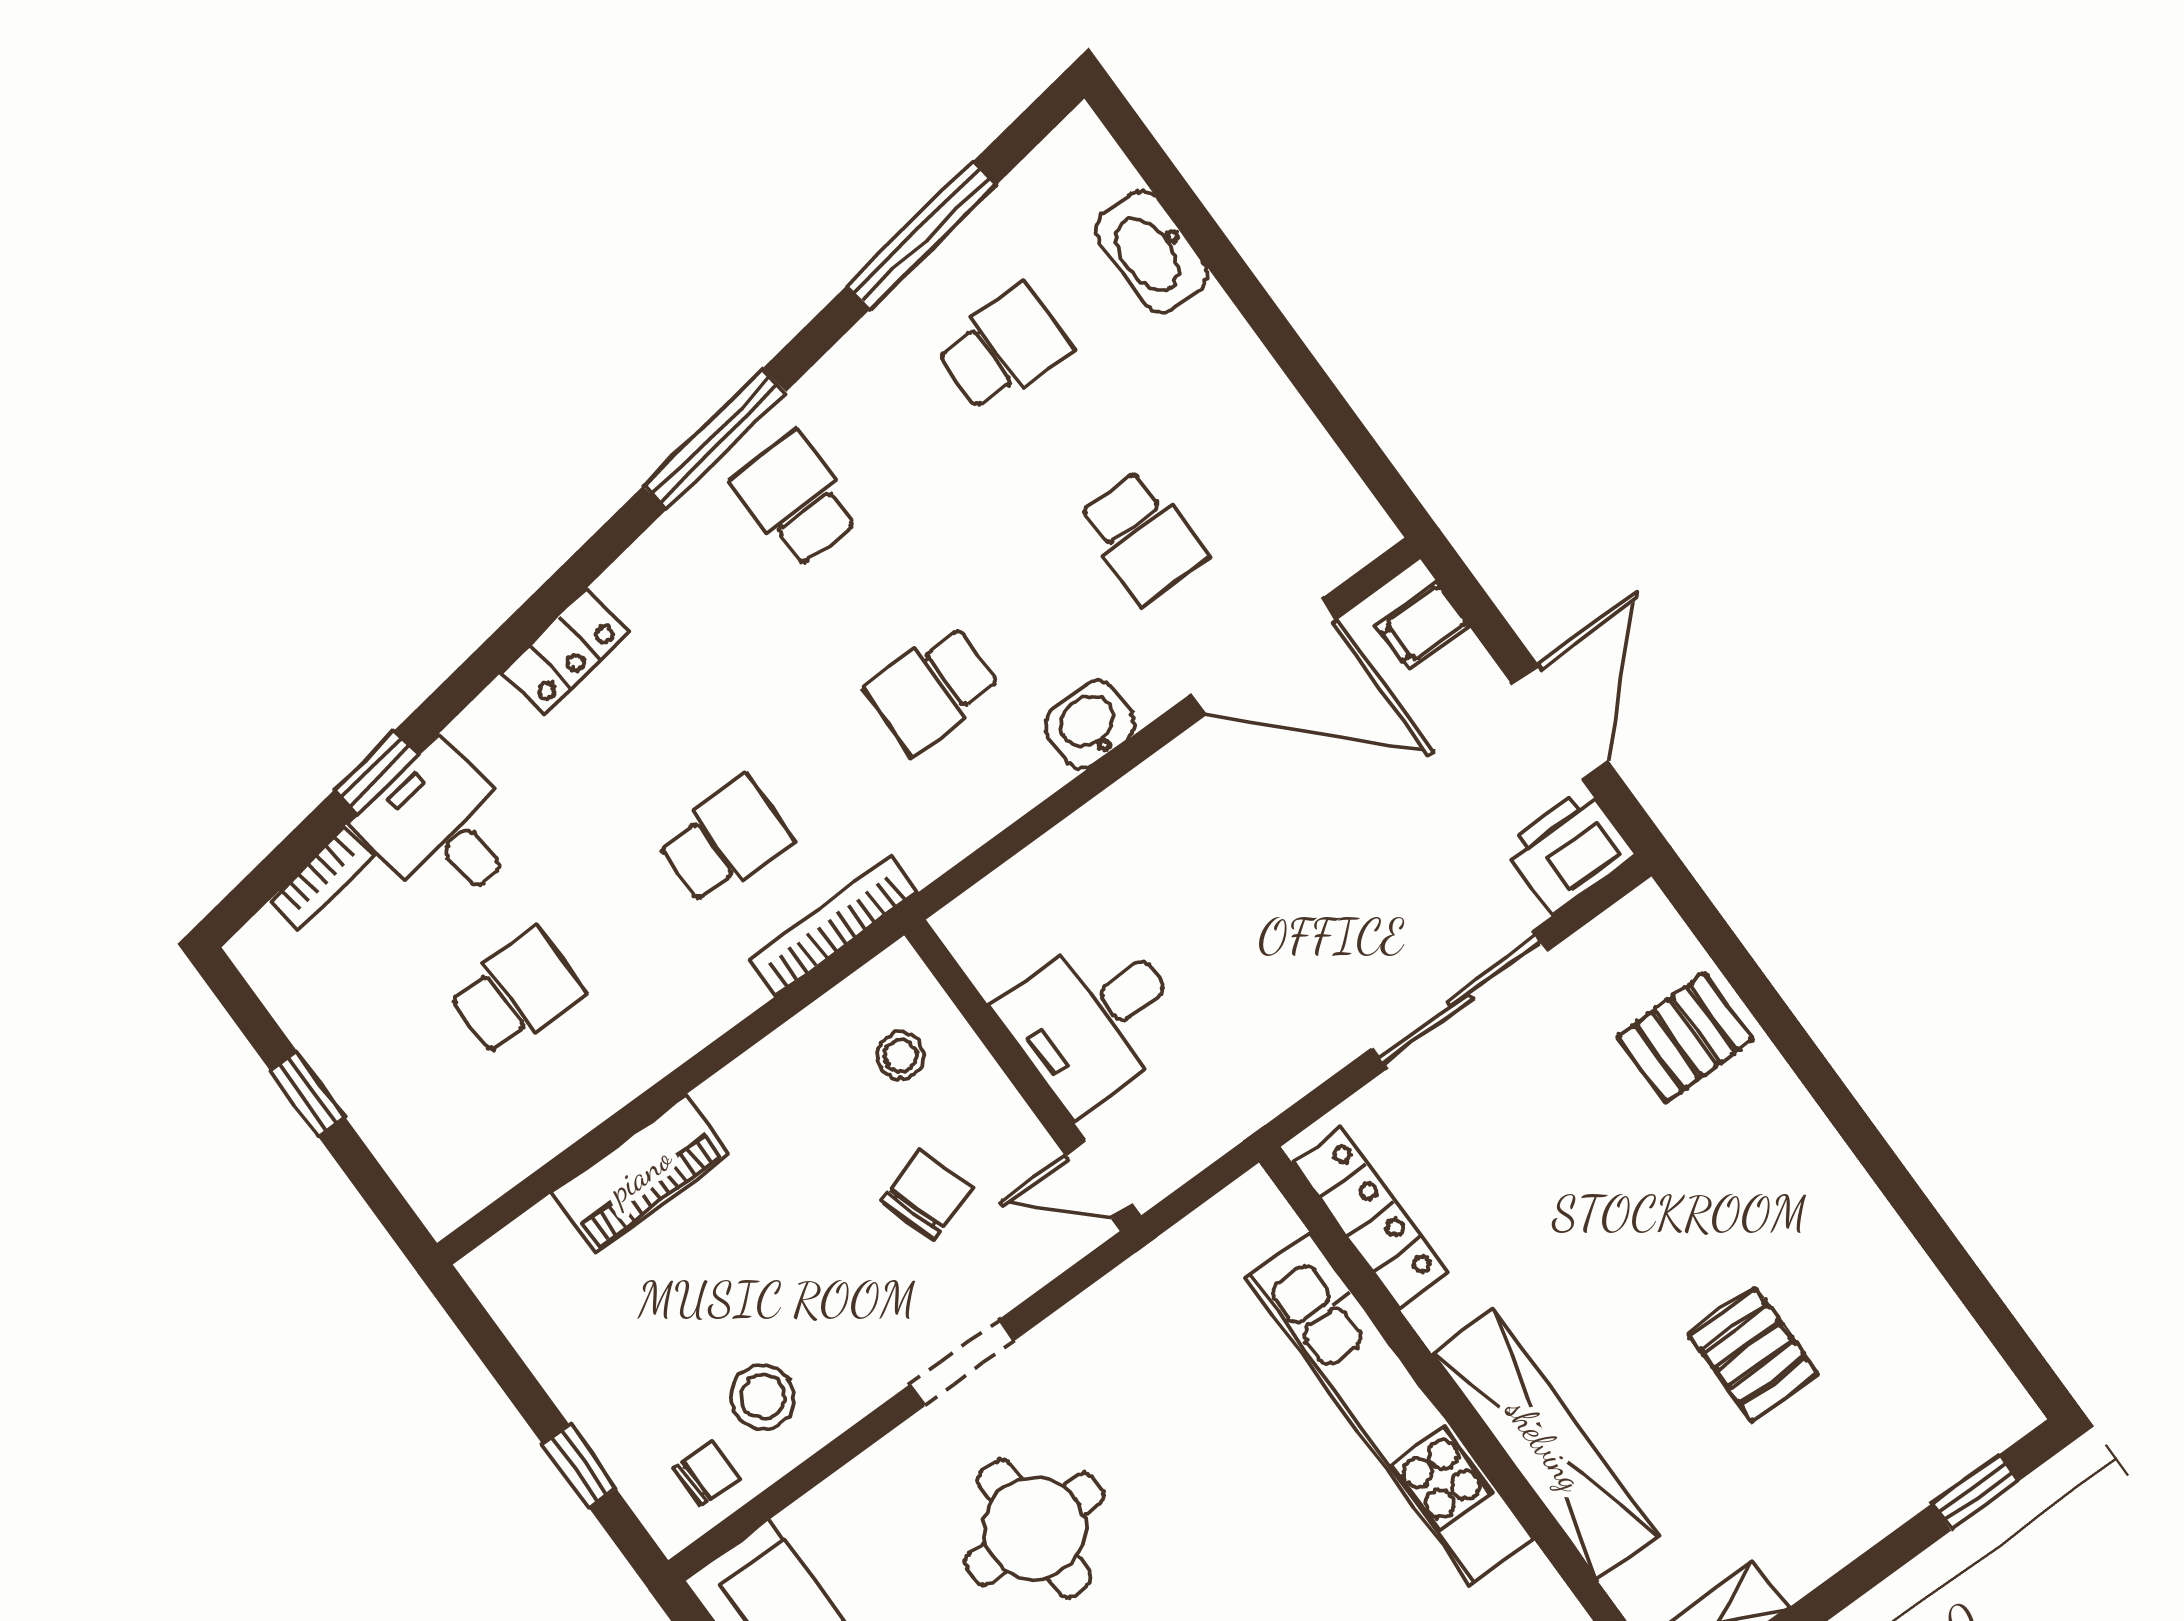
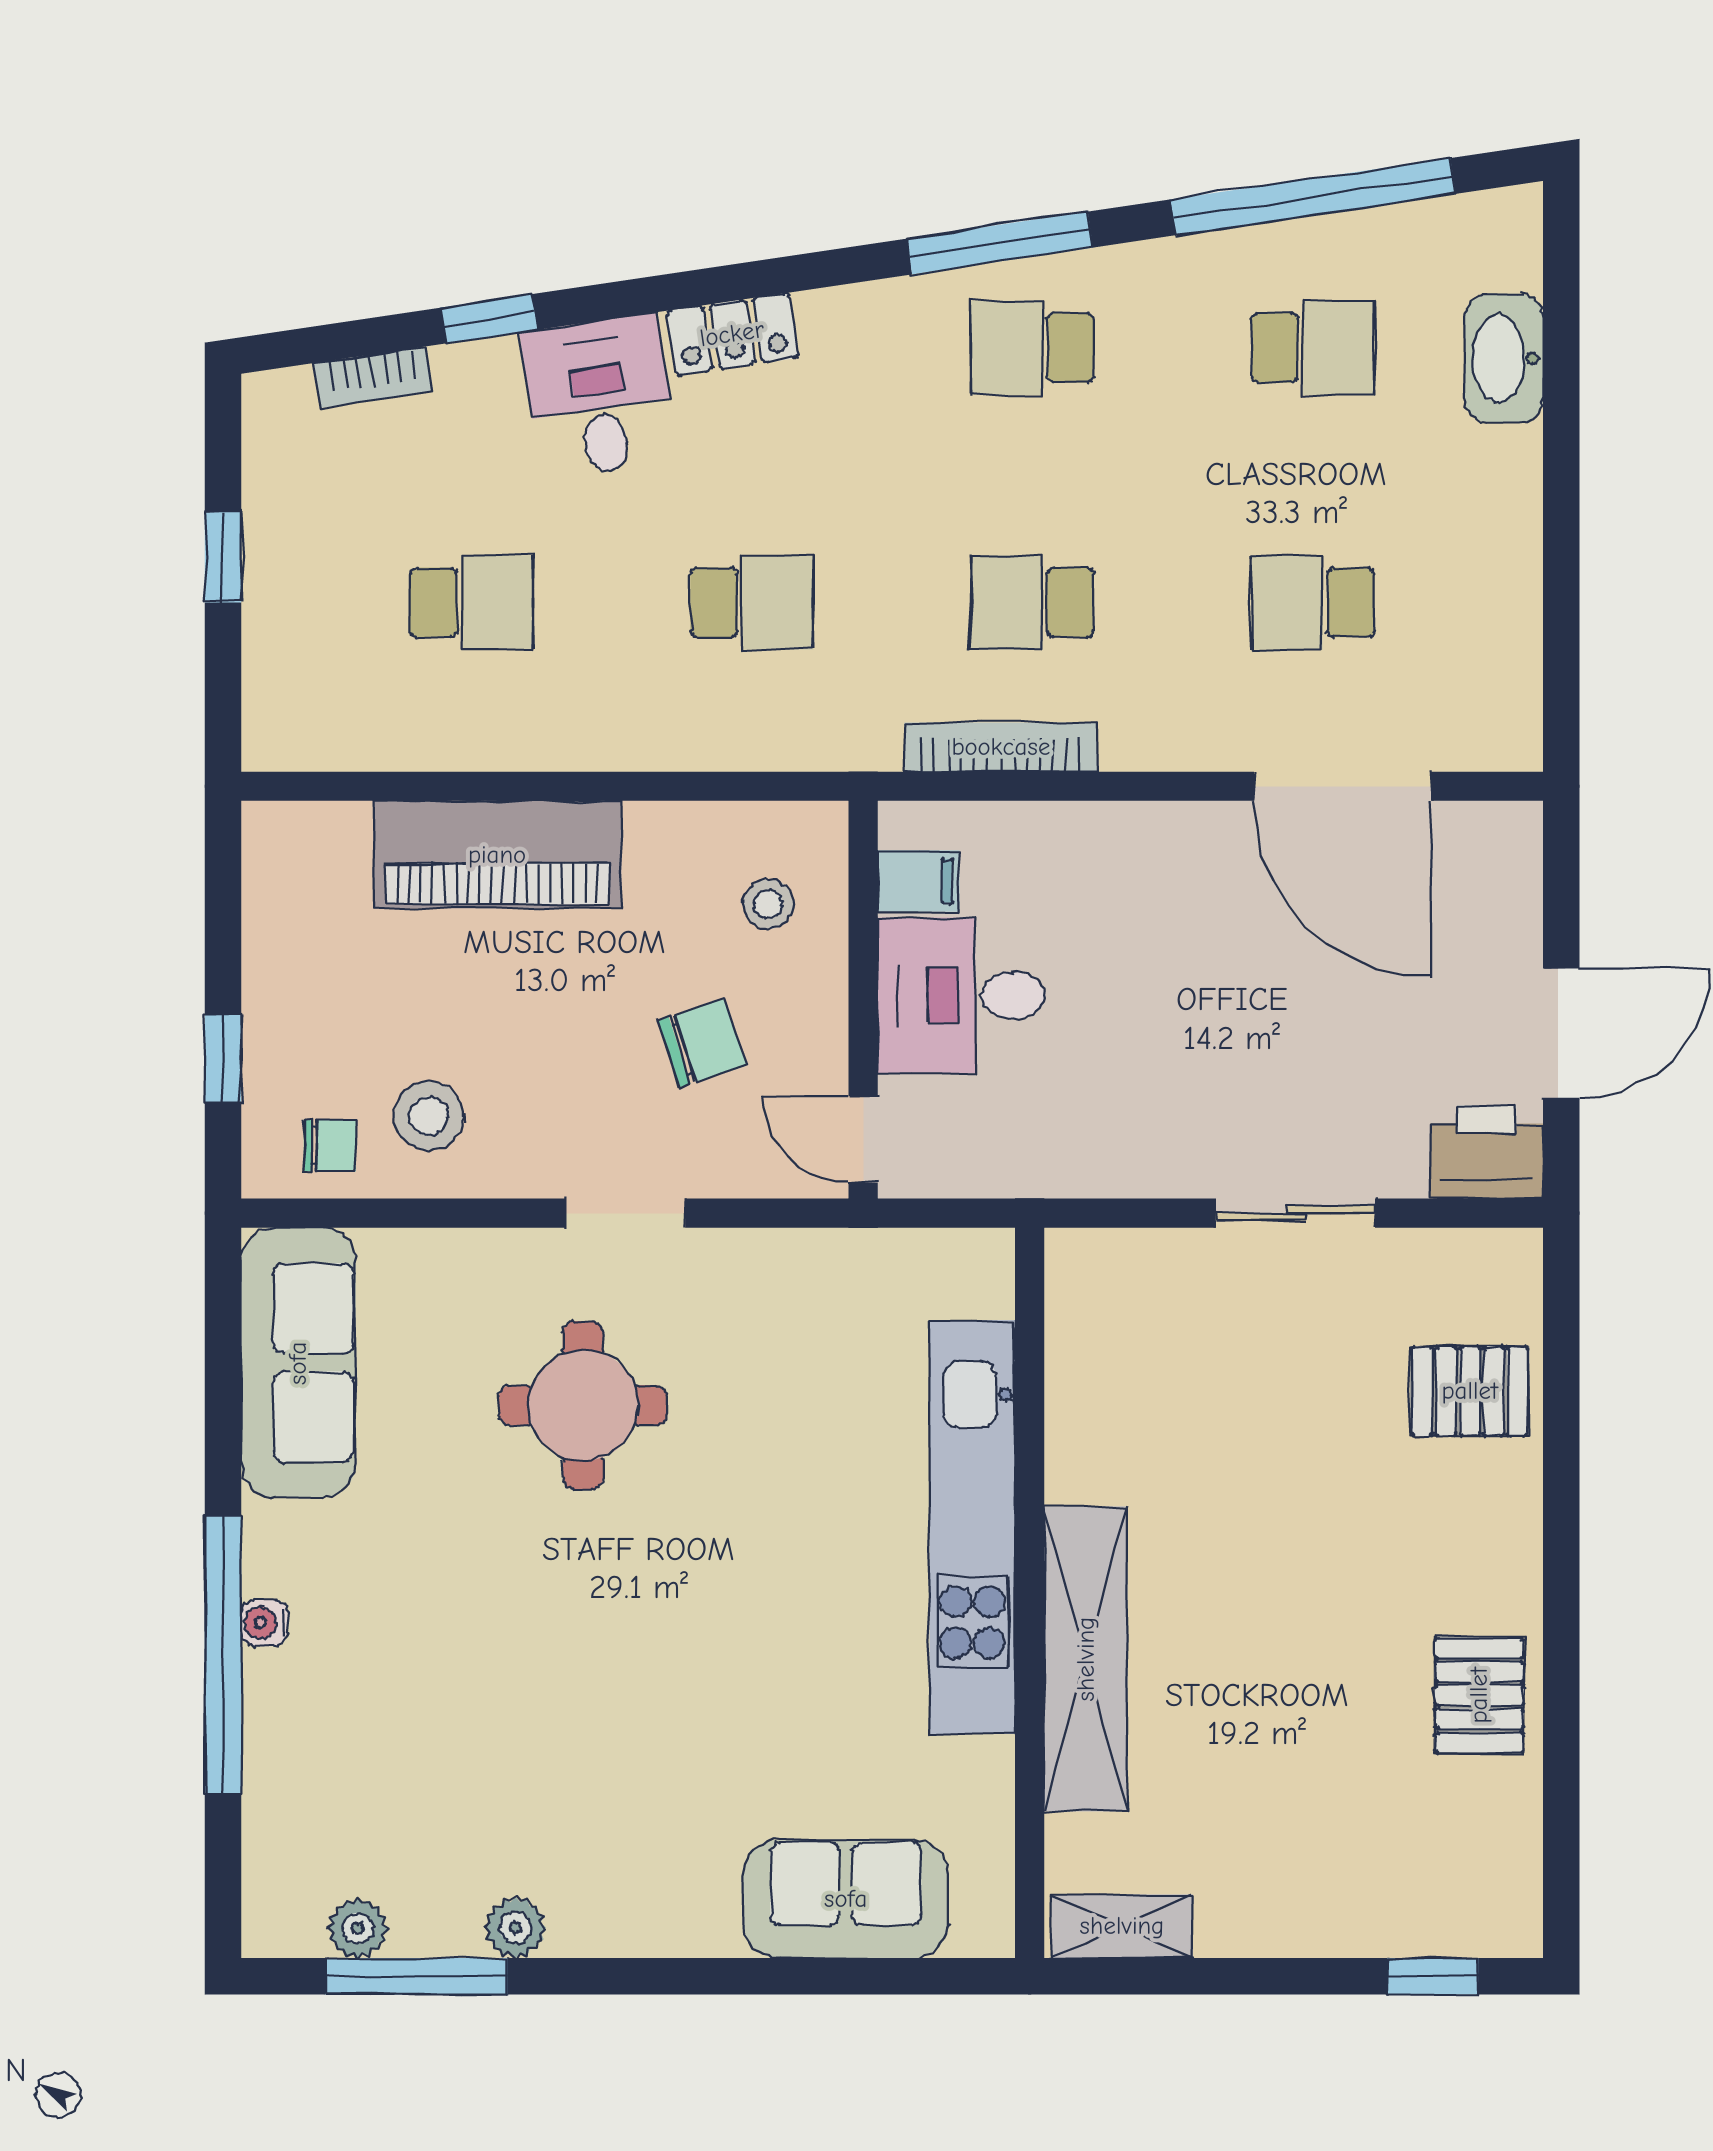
window: (922, 235) -> (1313, 197), width x1.46
school desk: (795, 499) -> (1032, 348), turned -90
school desk: (1142, 537) -> (1313, 602), turned 90
filing cabinet: (1422, 626) -> (919, 881), moved, turned 180
washbasin: (1090, 725) -> (1147, 734), removed
desk: (442, 827) -> (599, 397), moved
bookcase: (833, 926) -> (1001, 747), moved
sliding door: (1460, 1000) -> (1295, 1213), width x0.73
piano: (640, 1174) -> (497, 855), width x1.37, depth x1.33
locker: (1370, 1218) -> (1077, 1347), removed
pallet: (1754, 1354) -> (1479, 1695), moved

